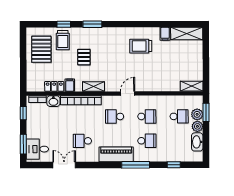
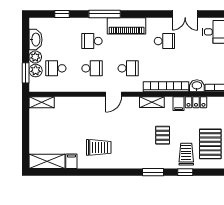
school desk: (147, 116) -> (92, 68), turned 180

